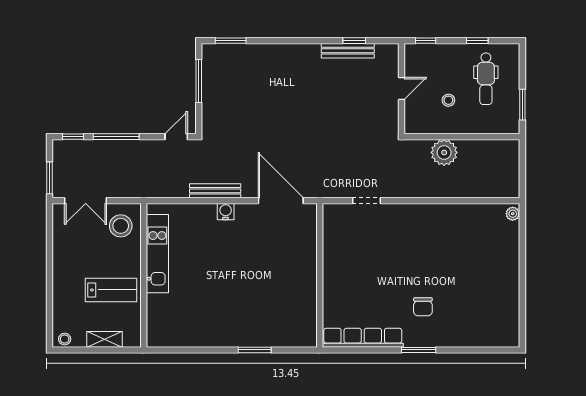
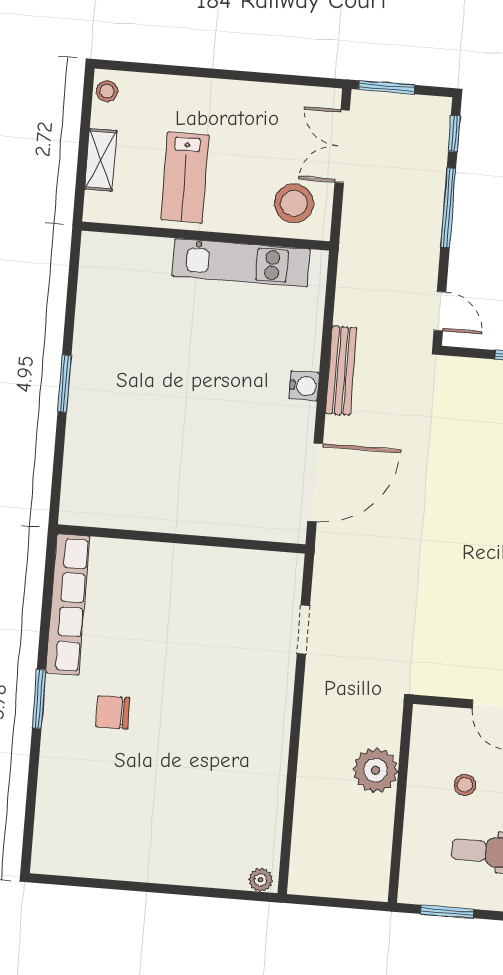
window: (255, 350) -> (64, 384), moved

